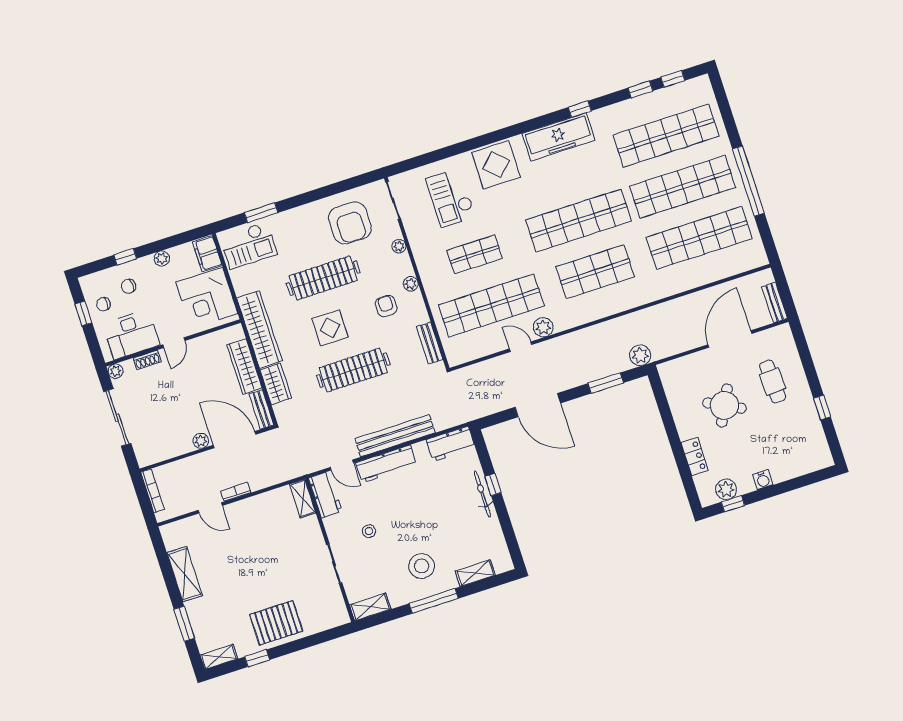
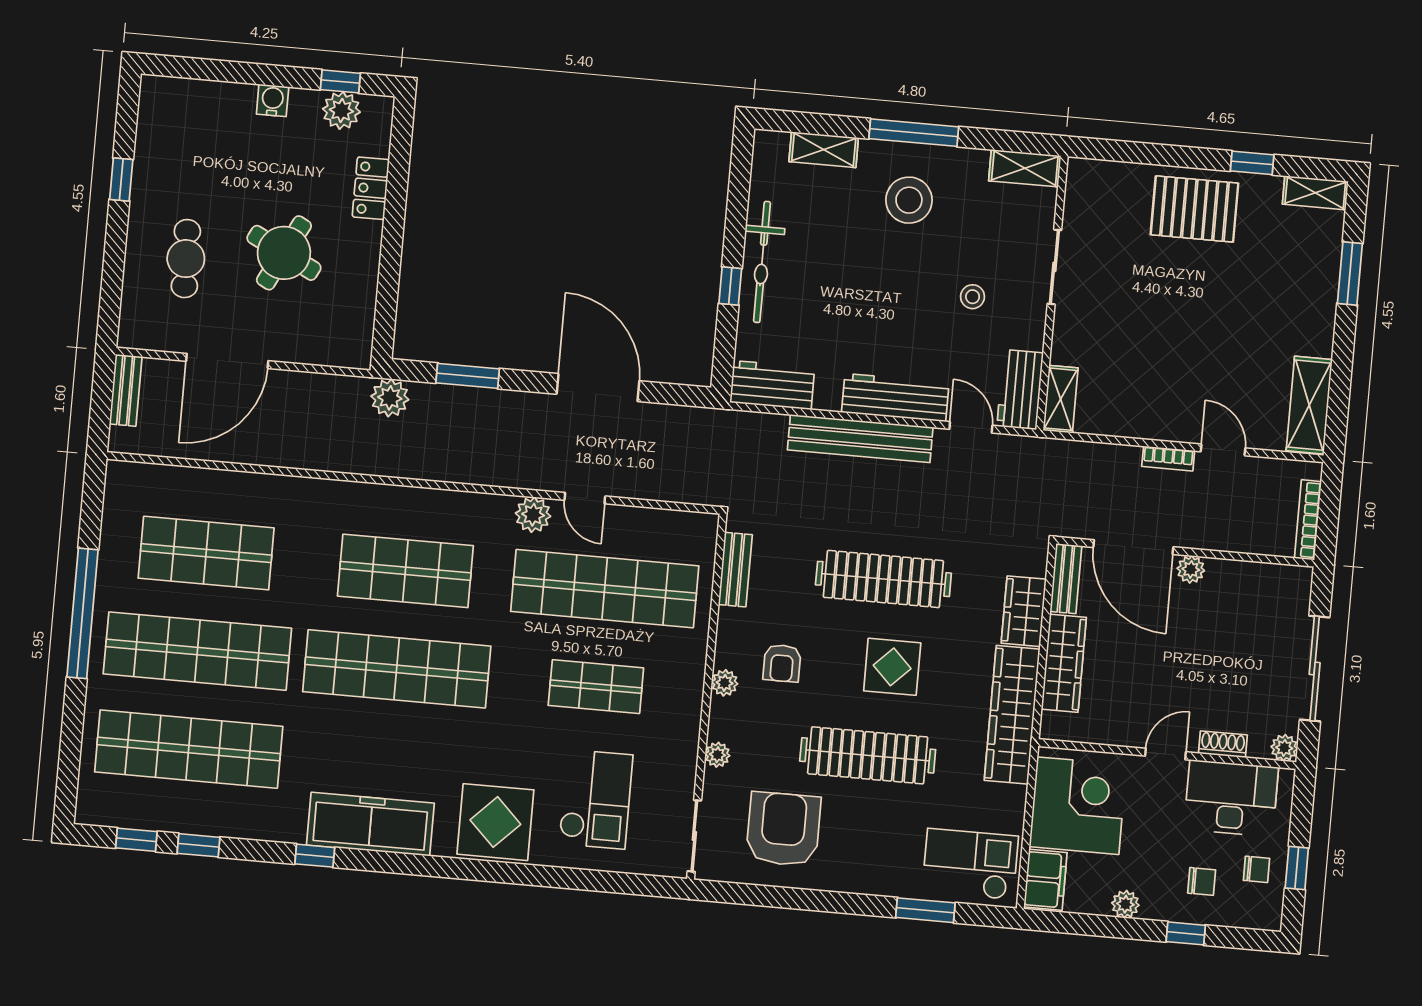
shop shelf: (699, 238) -> (206, 553), width x0.71
bicycle: (482, 494) -> (762, 262), width x1.37, depth x1.40
shelving: (185, 574) -> (1309, 405), moved

